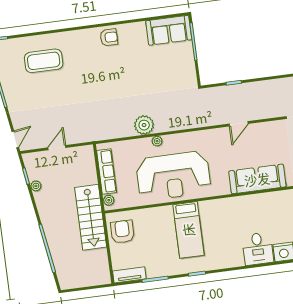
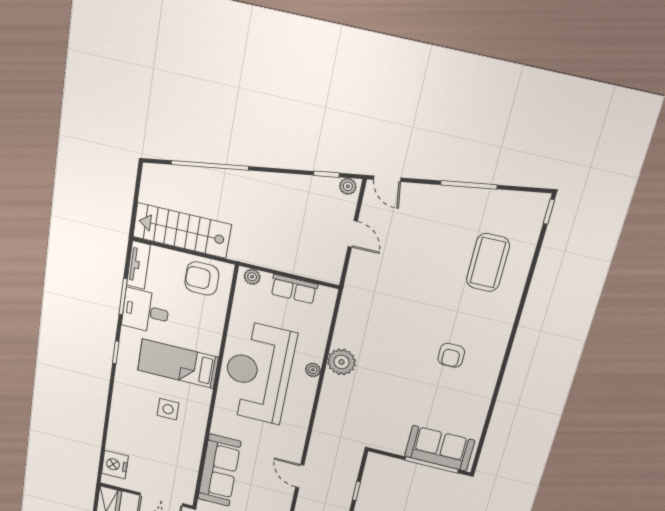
sofa: (169, 30) -> (439, 448), moved, turned 90
armchair: (109, 37) -> (451, 355), moved
row of seats: (107, 171) -> (294, 289), width x0.68
plant: (36, 186) -> (348, 186), moved
stairs: (91, 217) -> (182, 230), moved
side table: (225, 227) -> (168, 409), added
armchair: (122, 232) -> (202, 278), turned 180
desk: (258, 249) -> (146, 311), moved

